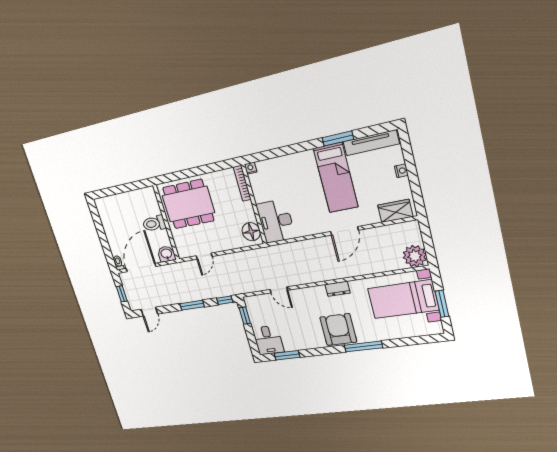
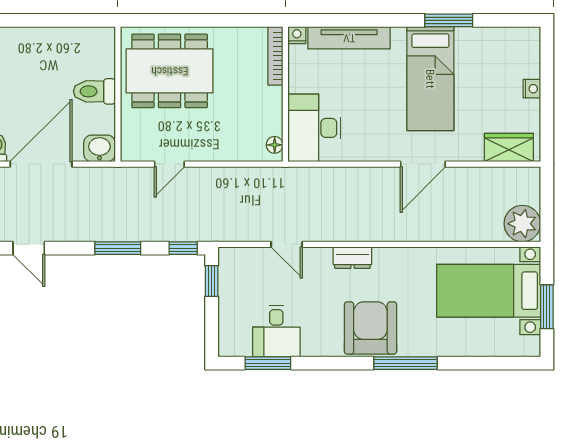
tv unit: (371, 143) -> (349, 38), moved
floor lamp: (251, 232) -> (275, 145), width x0.53, depth x0.53
dresser: (338, 289) -> (352, 258), moved
door: (149, 312) -> (29, 248), hinge flipped
desk: (268, 340) -> (276, 331), moved

